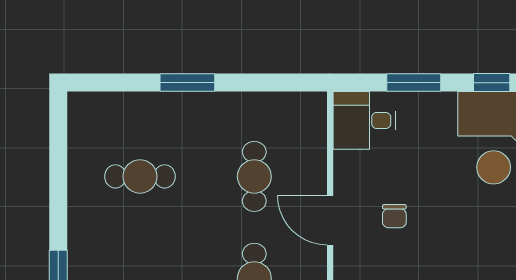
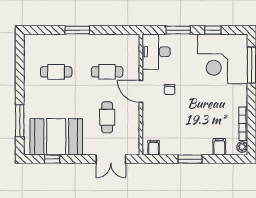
desk: (364, 120) -> (156, 52), width x1.37
cafe table: (254, 176) -> (107, 72), turned 90

